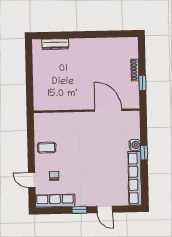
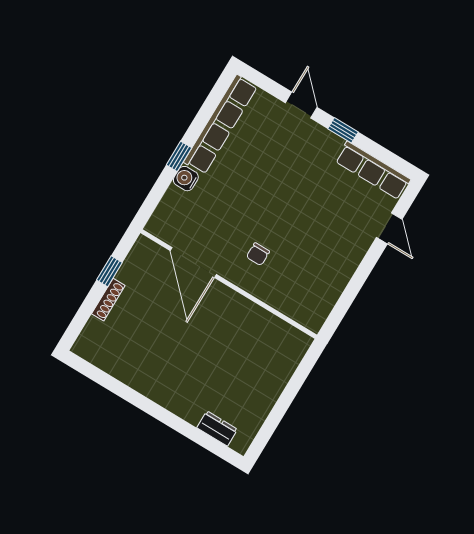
dresser: (55, 44) -> (217, 428), width x0.70
coffee table: (47, 148) -> (331, 265), removed
chair: (54, 176) -> (258, 254), moved

